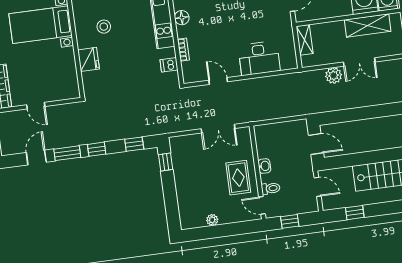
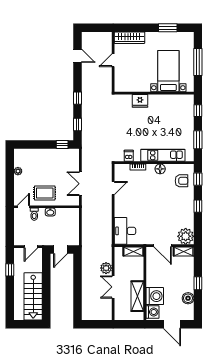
stool: (104, 27) -> (161, 114), removed
desk: (259, 58) -> (125, 231), moved
window: (67, 153) -> (77, 78), removed
window: (290, 221) -> (10, 224), removed

